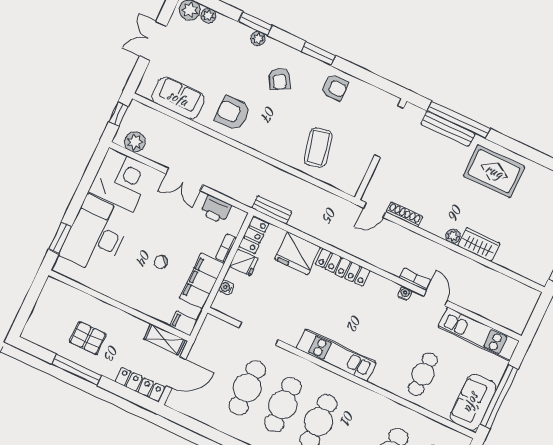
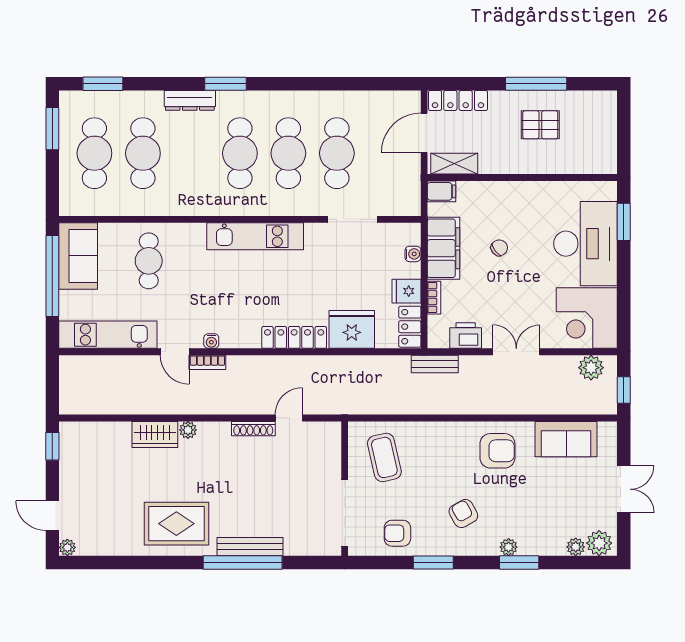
doorway: (389, 132) -> (345, 513), moved
wall: (381, 149) -> (345, 489), moved
bench: (272, 210) -> (435, 364), moved

